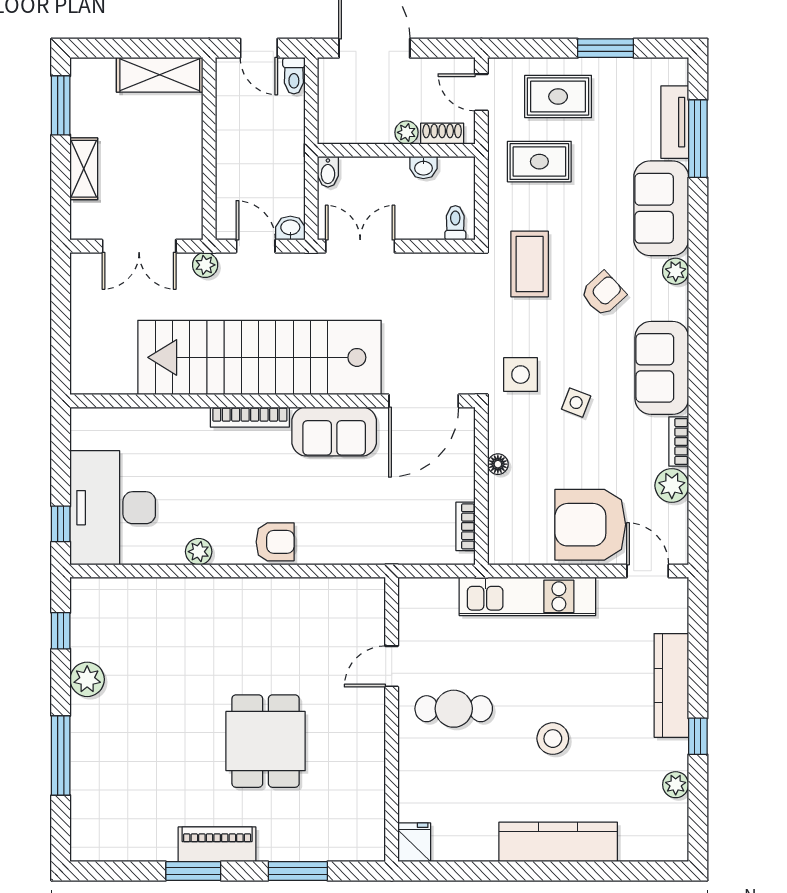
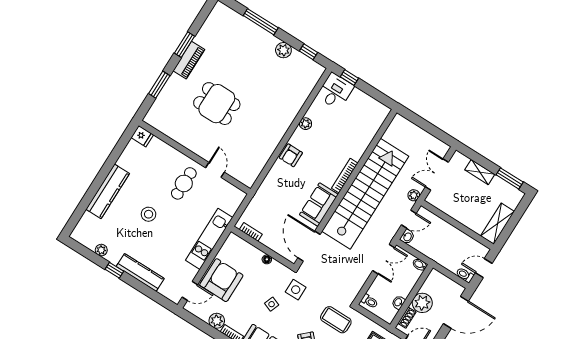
plant: (406, 132) -> (422, 303), width x1.88, depth x1.88
desk: (113, 508) -> (335, 91), width x0.53, depth x0.77

